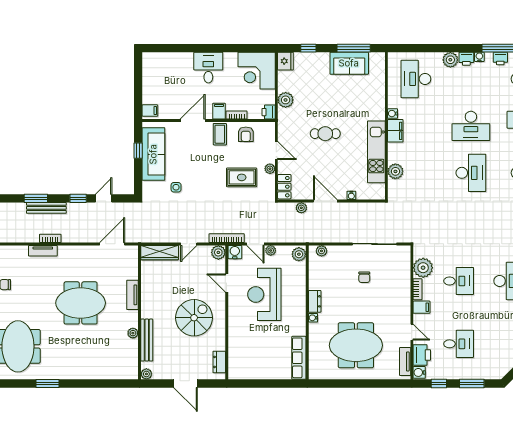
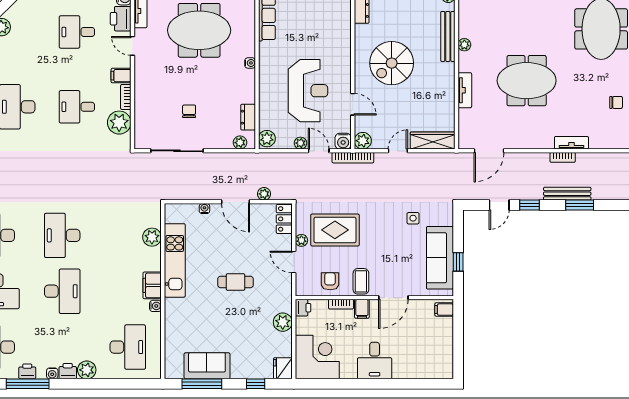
desk: (471, 126) -> (62, 291), turned 90
rug: (242, 177) -> (335, 230), width x1.36, depth x1.43
dresser: (315, 301) -> (248, 117), moved

